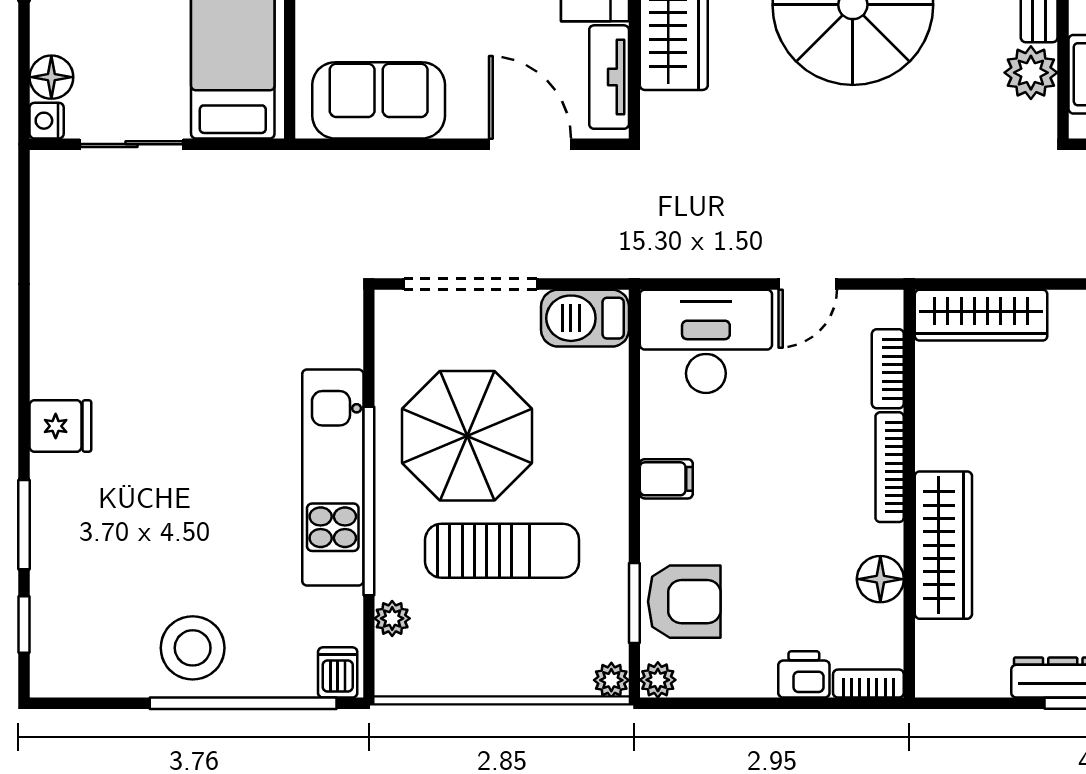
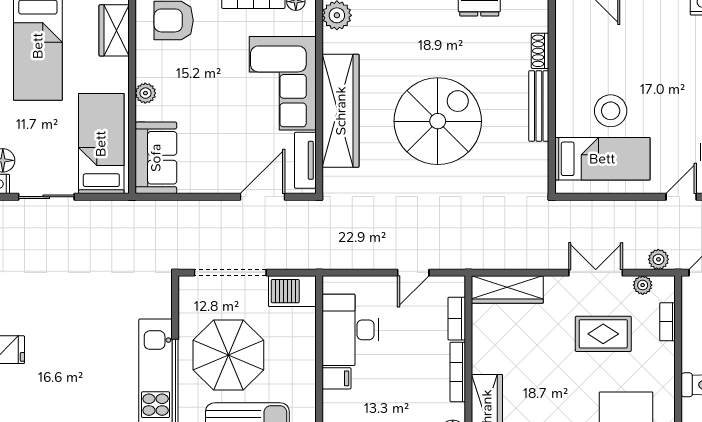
plant: (1031, 73) -> (534, 158), removed
sofa: (379, 100) -> (156, 158), moved, turned 90
door: (530, 144) -> (263, 197), hinge flipped
desk: (706, 341) -> (350, 330), moved, turned -90

